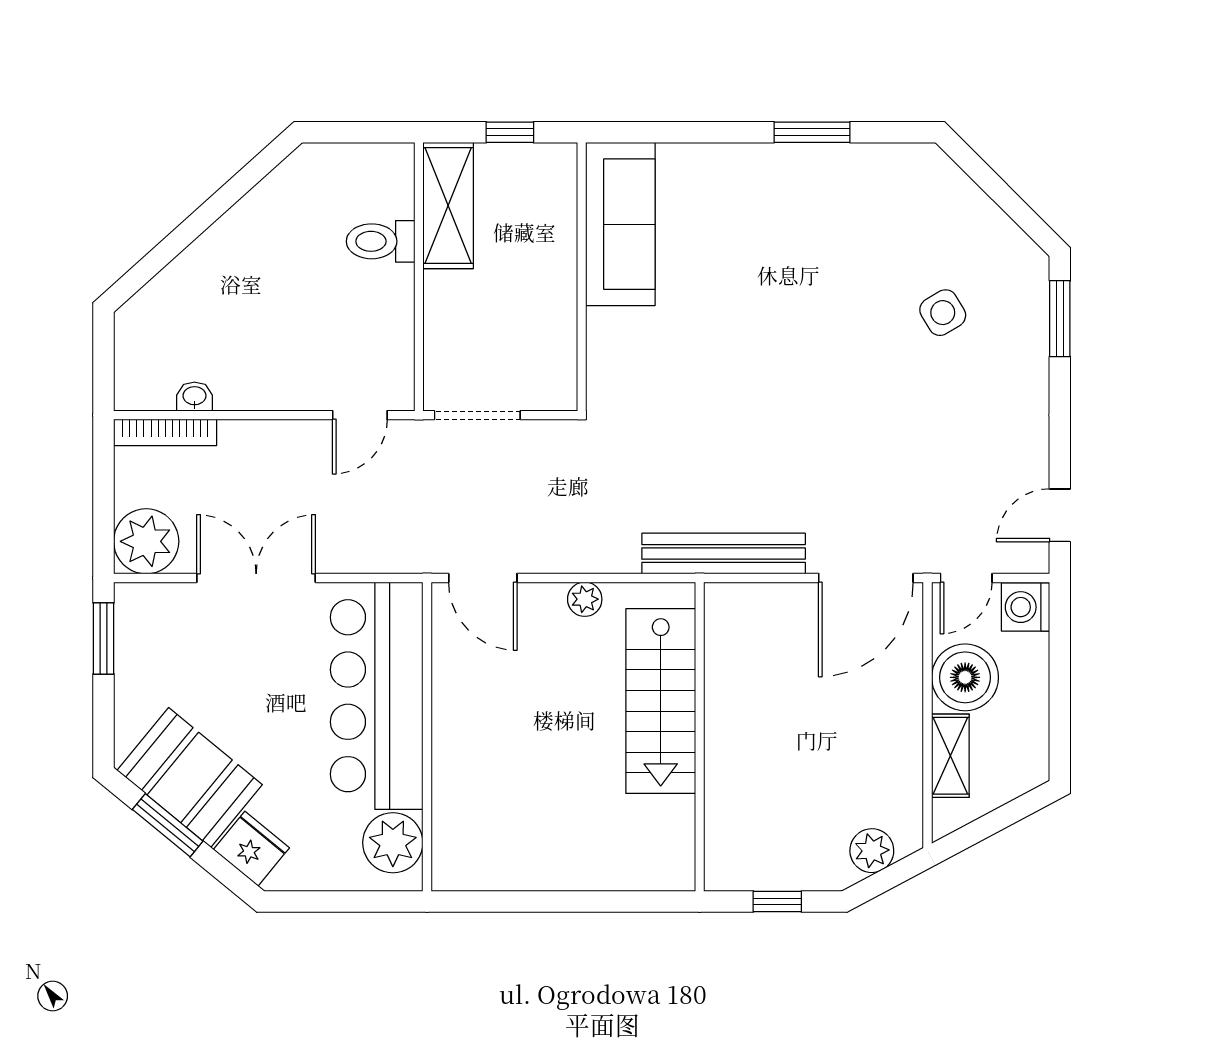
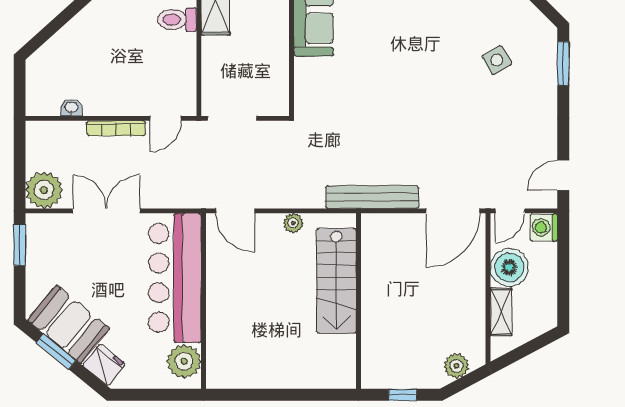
bookcase: (165, 432) -> (116, 128), moved

